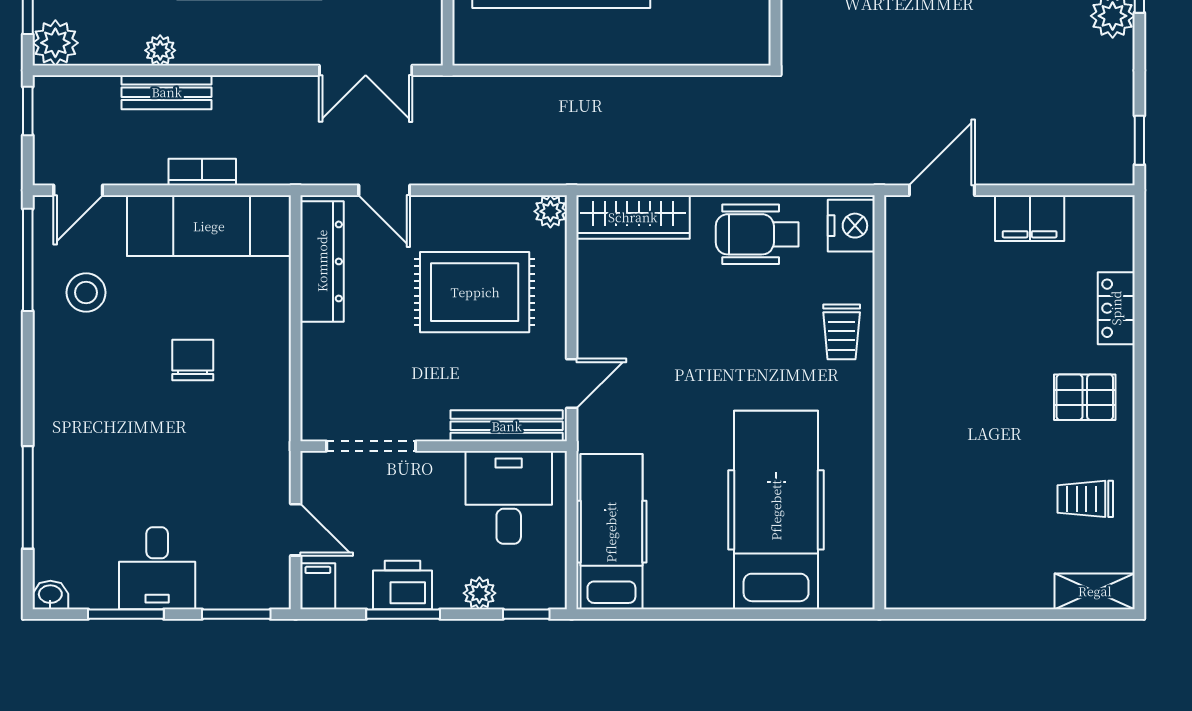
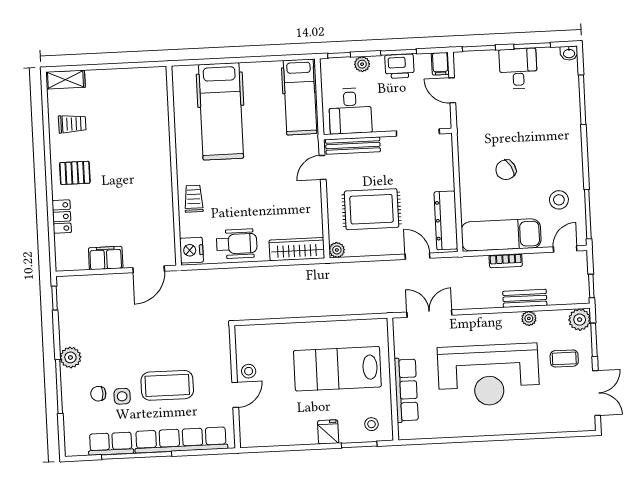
chair: (193, 360) -> (506, 170), turned 61

